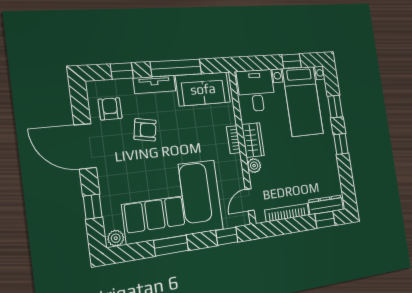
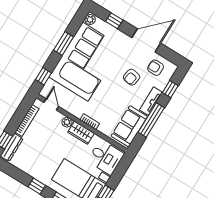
armchair: (110, 109) -> (156, 68), turned 180

